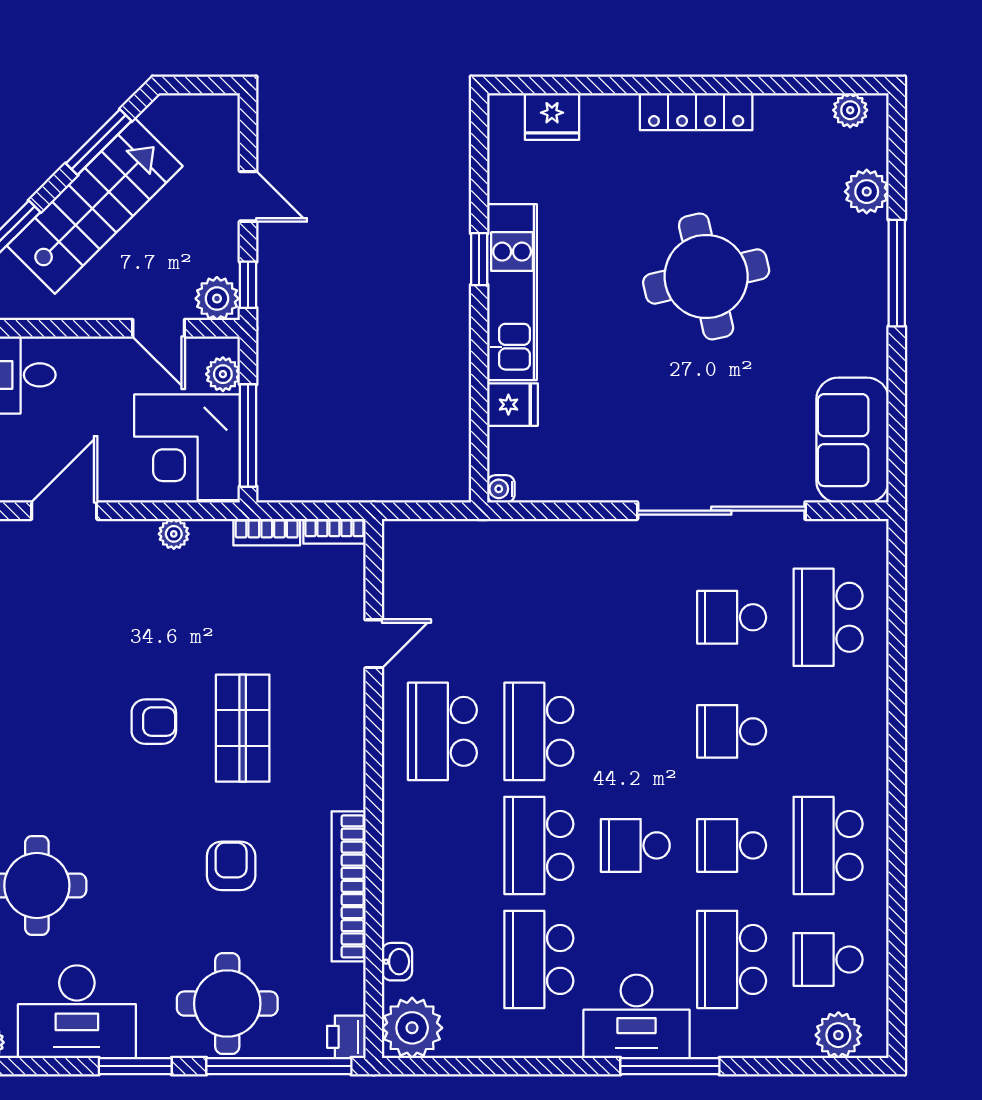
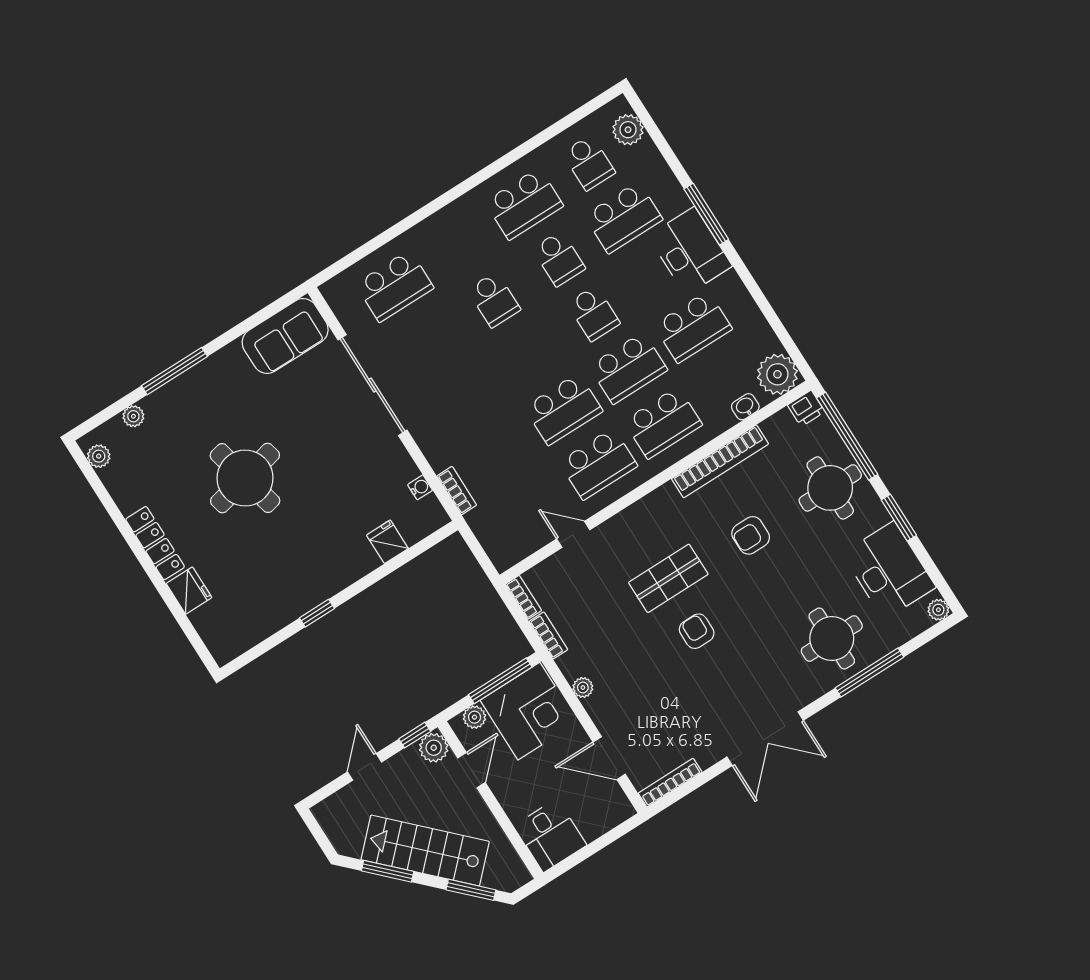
fridge: (552, 116) -> (189, 591), moved
plant: (867, 192) -> (133, 416), width x0.73, depth x0.73
kitchen unit: (512, 292) -> (324, 583), removed
water cooler: (501, 489) -> (420, 487), moved, turned -90
bookcase: (522, 532) -> (457, 491), added
school desk: (732, 617) -> (663, 423), moved, width x1.85

